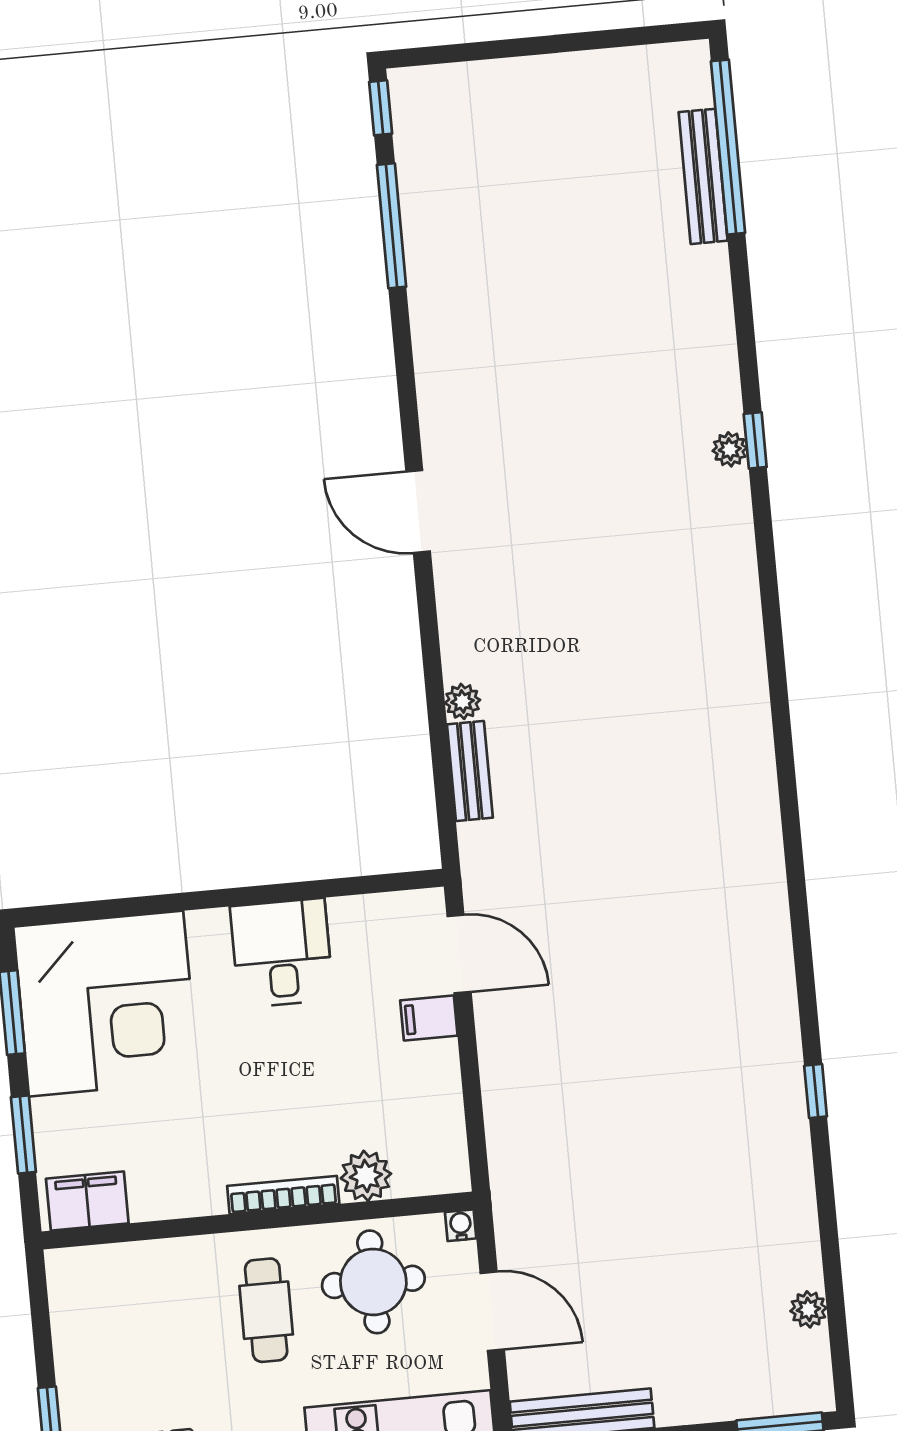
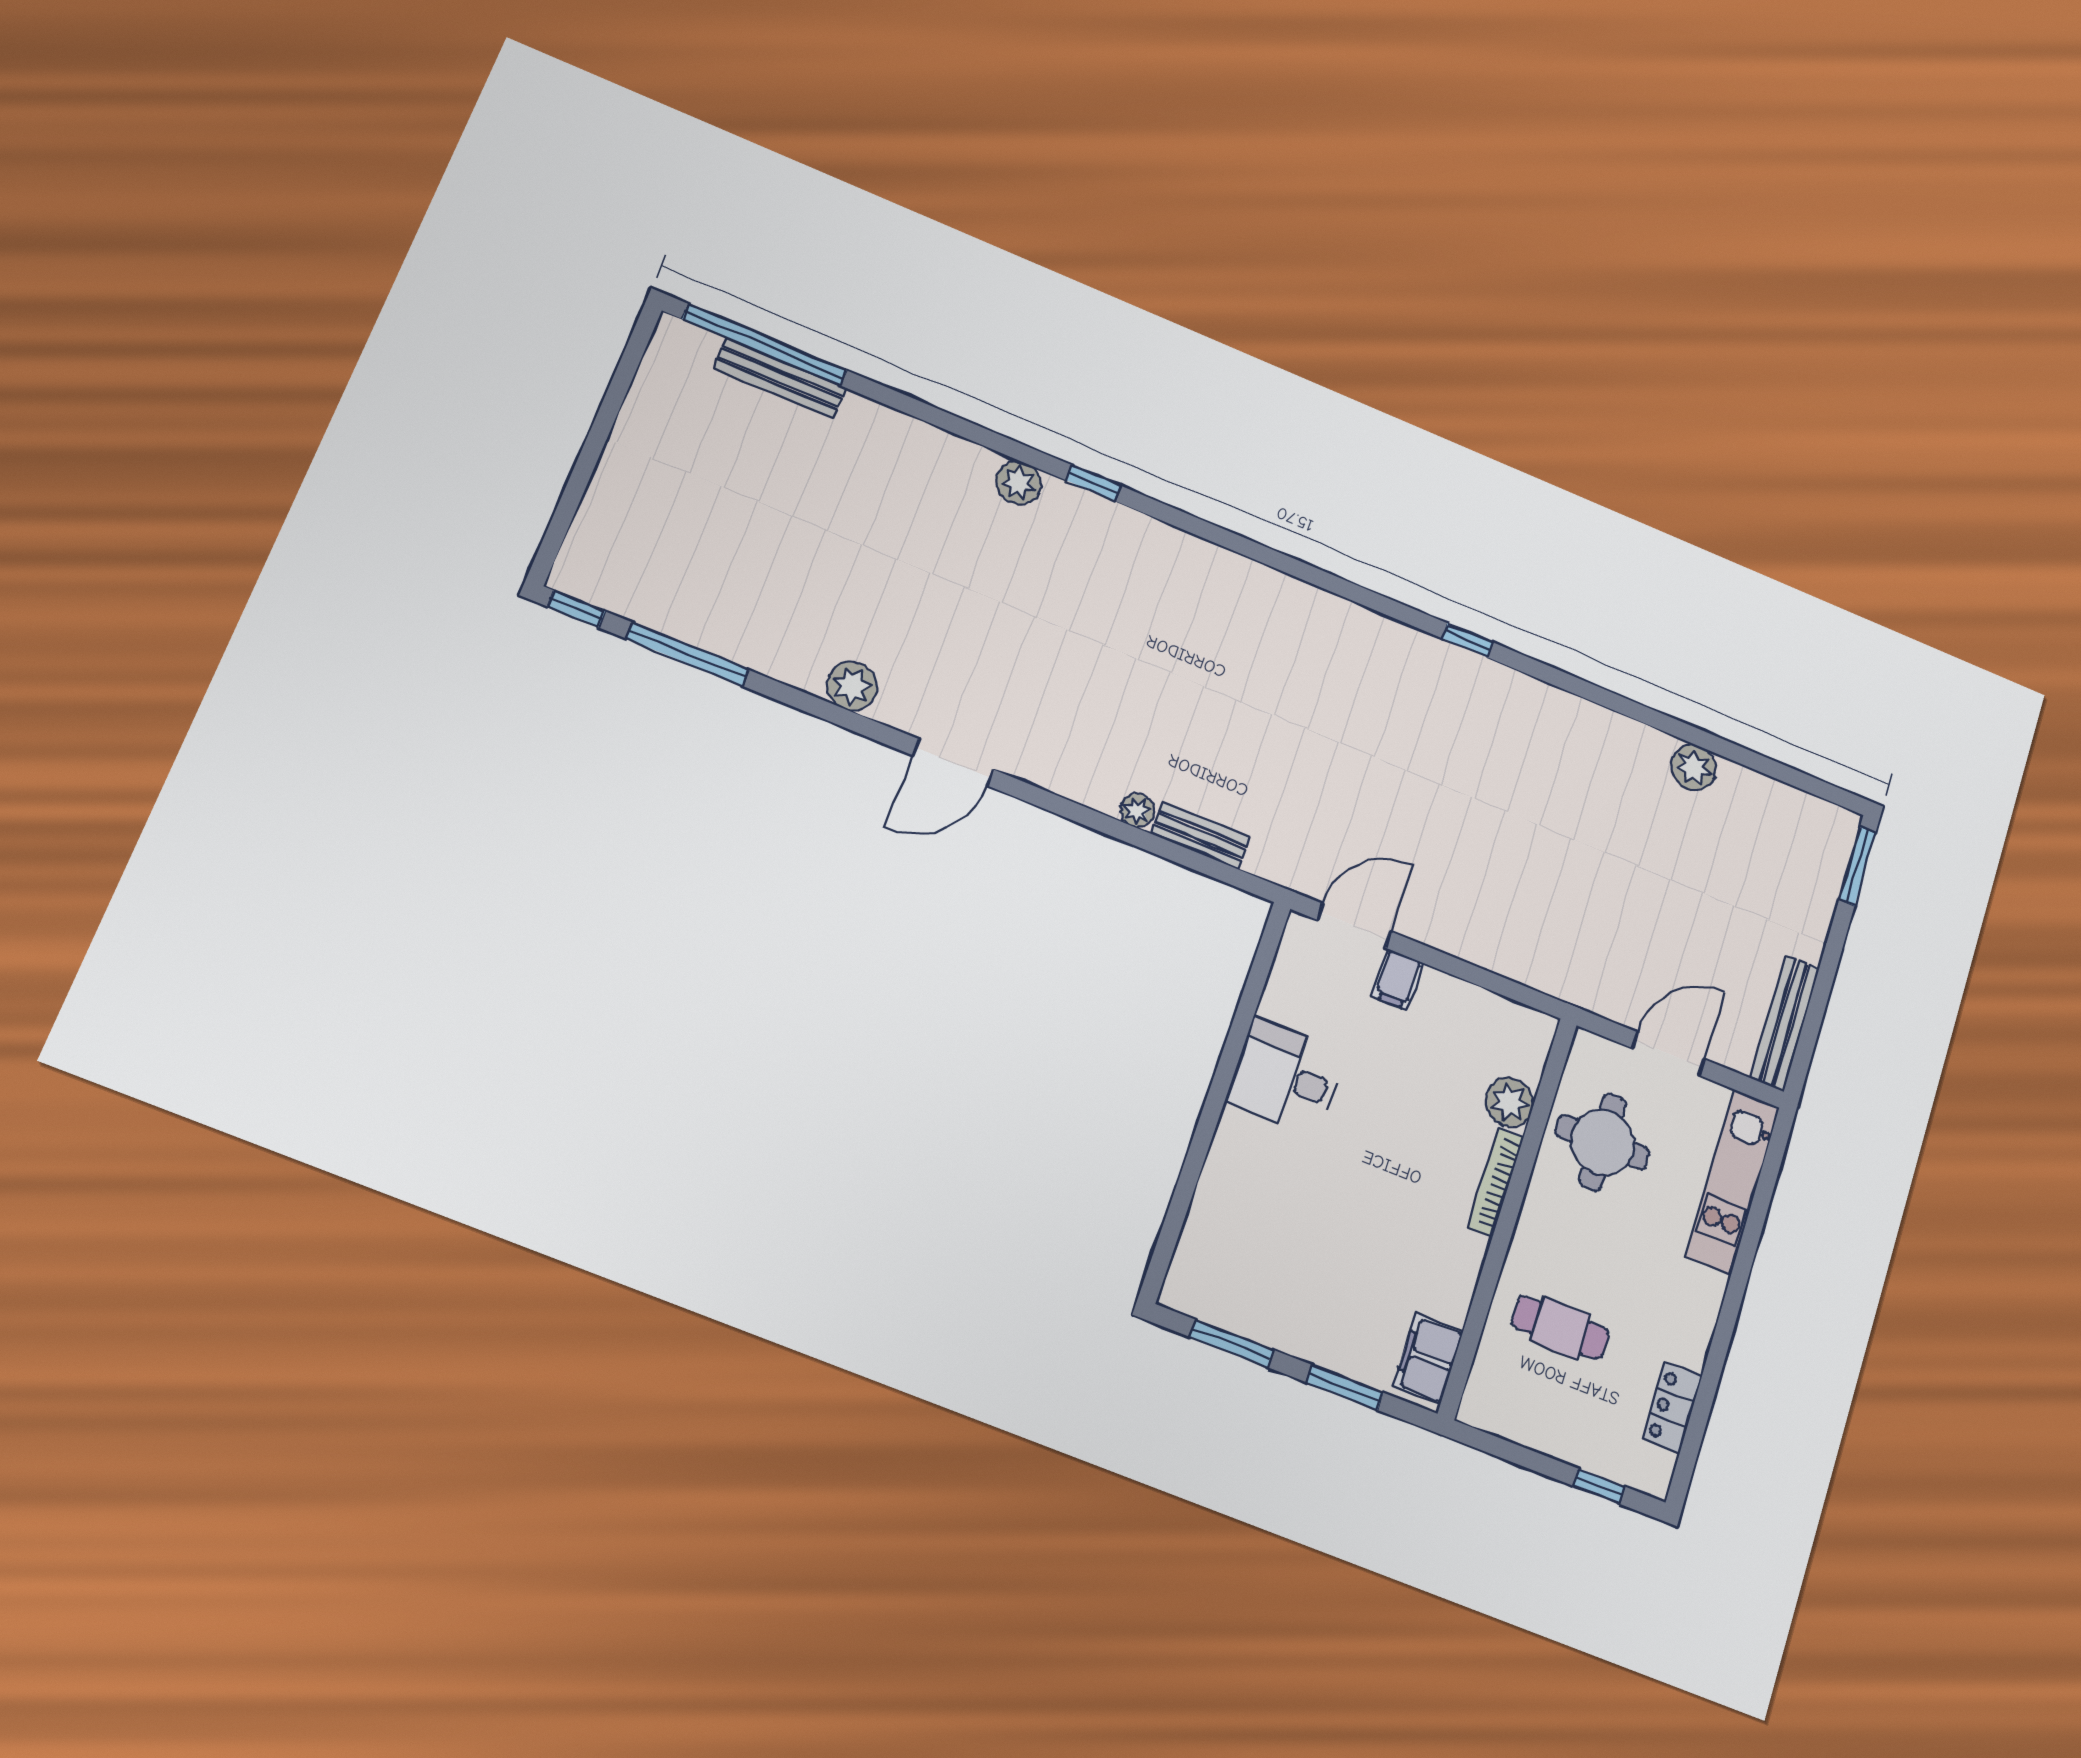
plant: (441, 386) -> (852, 686), added
window: (755, 440) -> (1094, 483), moved
plant: (730, 449) -> (1019, 483), width x1.38, depth x1.38
corner desk: (106, 1004) -> (1261, 1254), removed
window: (816, 1091) -> (1468, 640), moved
water cooler: (461, 1225) -> (1585, 1043), removed
plant: (808, 1309) -> (1694, 767), moved, width x1.38, depth x1.38
cafe table: (266, 1310) -> (1560, 1328), moved

